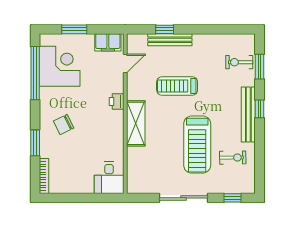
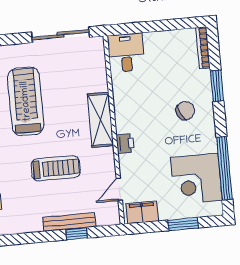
sliding door: (184, 198) -> (61, 35), moved

